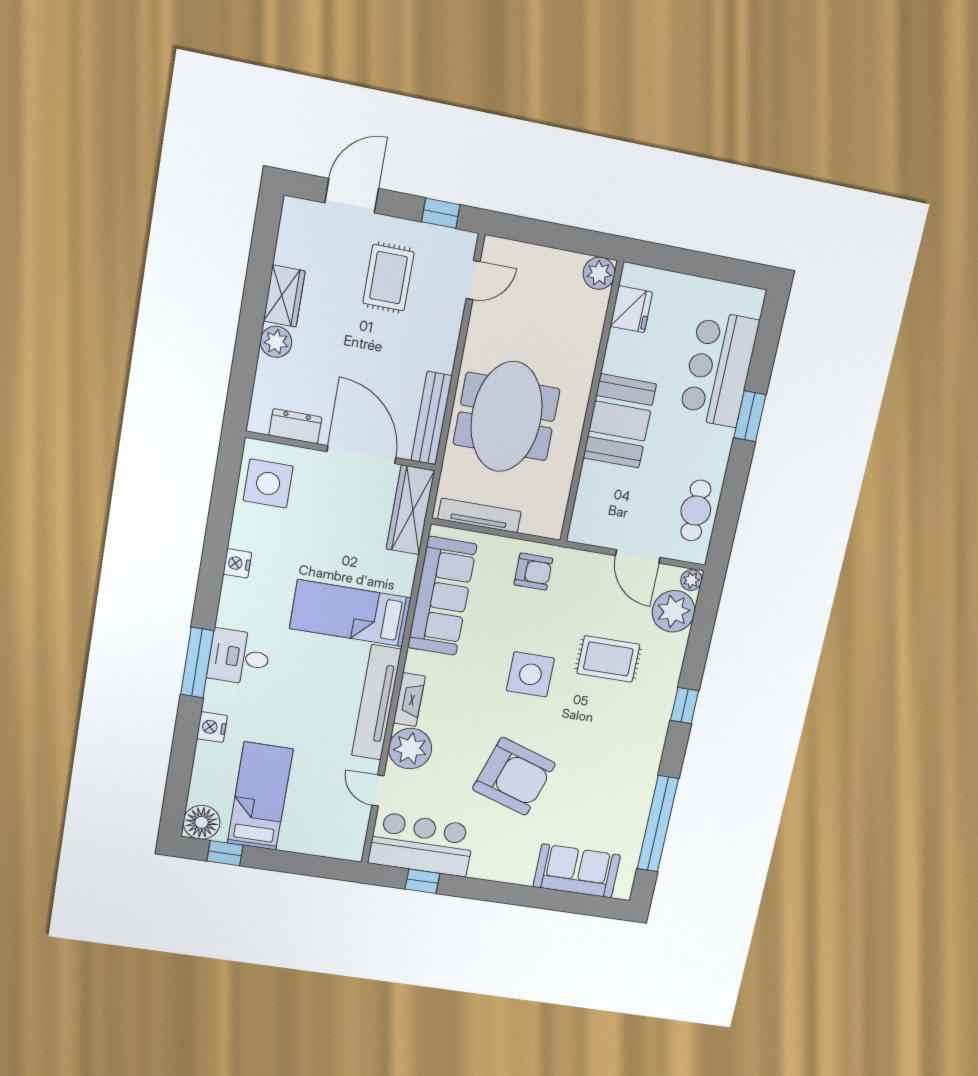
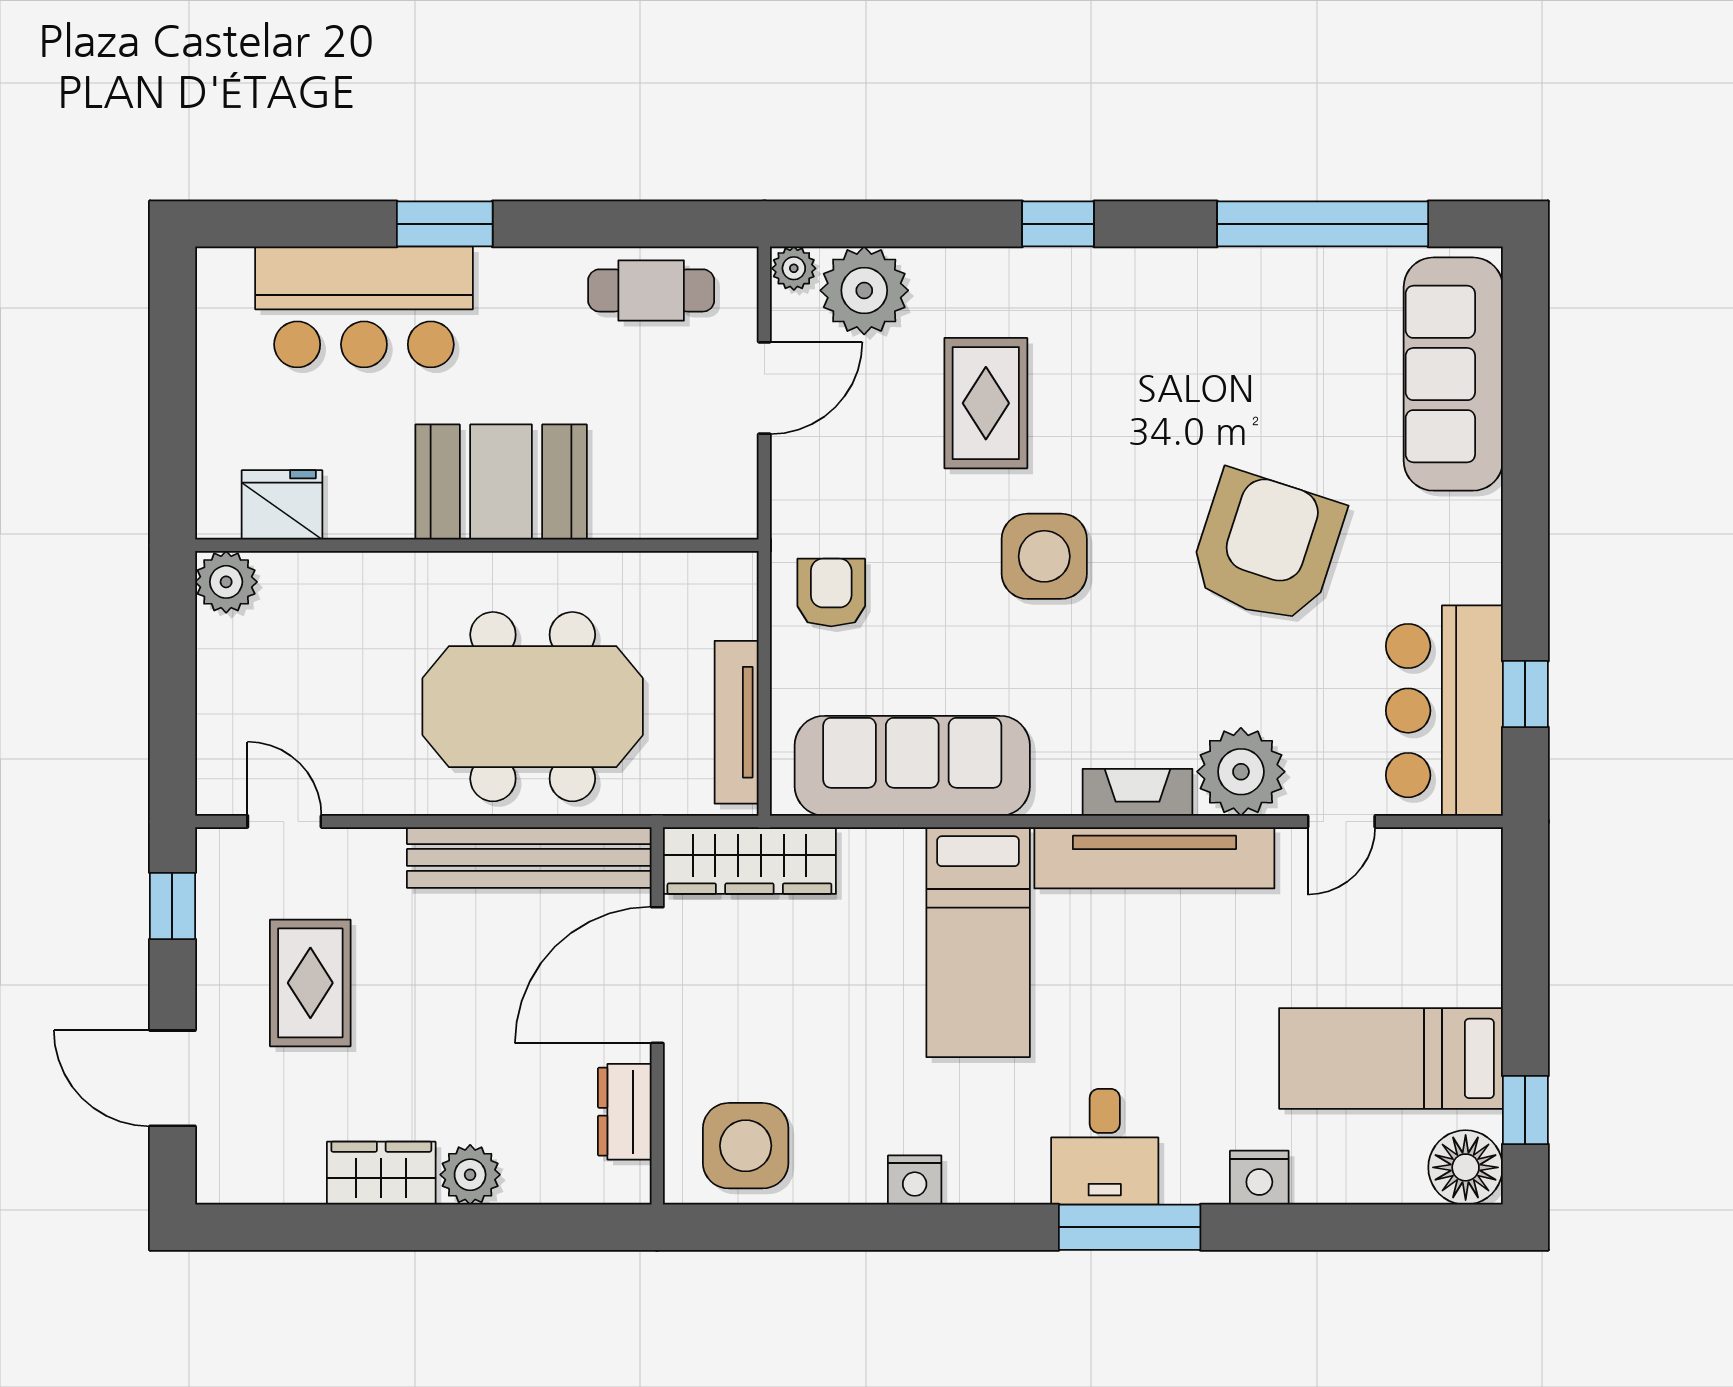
rug: (388, 278) -> (310, 983), turned 90
bench: (432, 418) -> (529, 857), width x1.37, depth x1.21
sofa: (577, 871) -> (1453, 374), width x1.36

